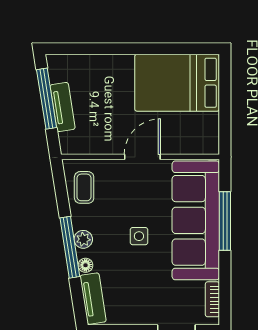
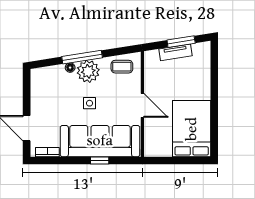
window: (47, 99) -> (181, 42), width x0.69
window: (225, 221) -> (100, 160), width x0.46
plant: (83, 239) -> (88, 71), width x1.88, depth x1.88
tv unit: (93, 299) -> (48, 73), removed

